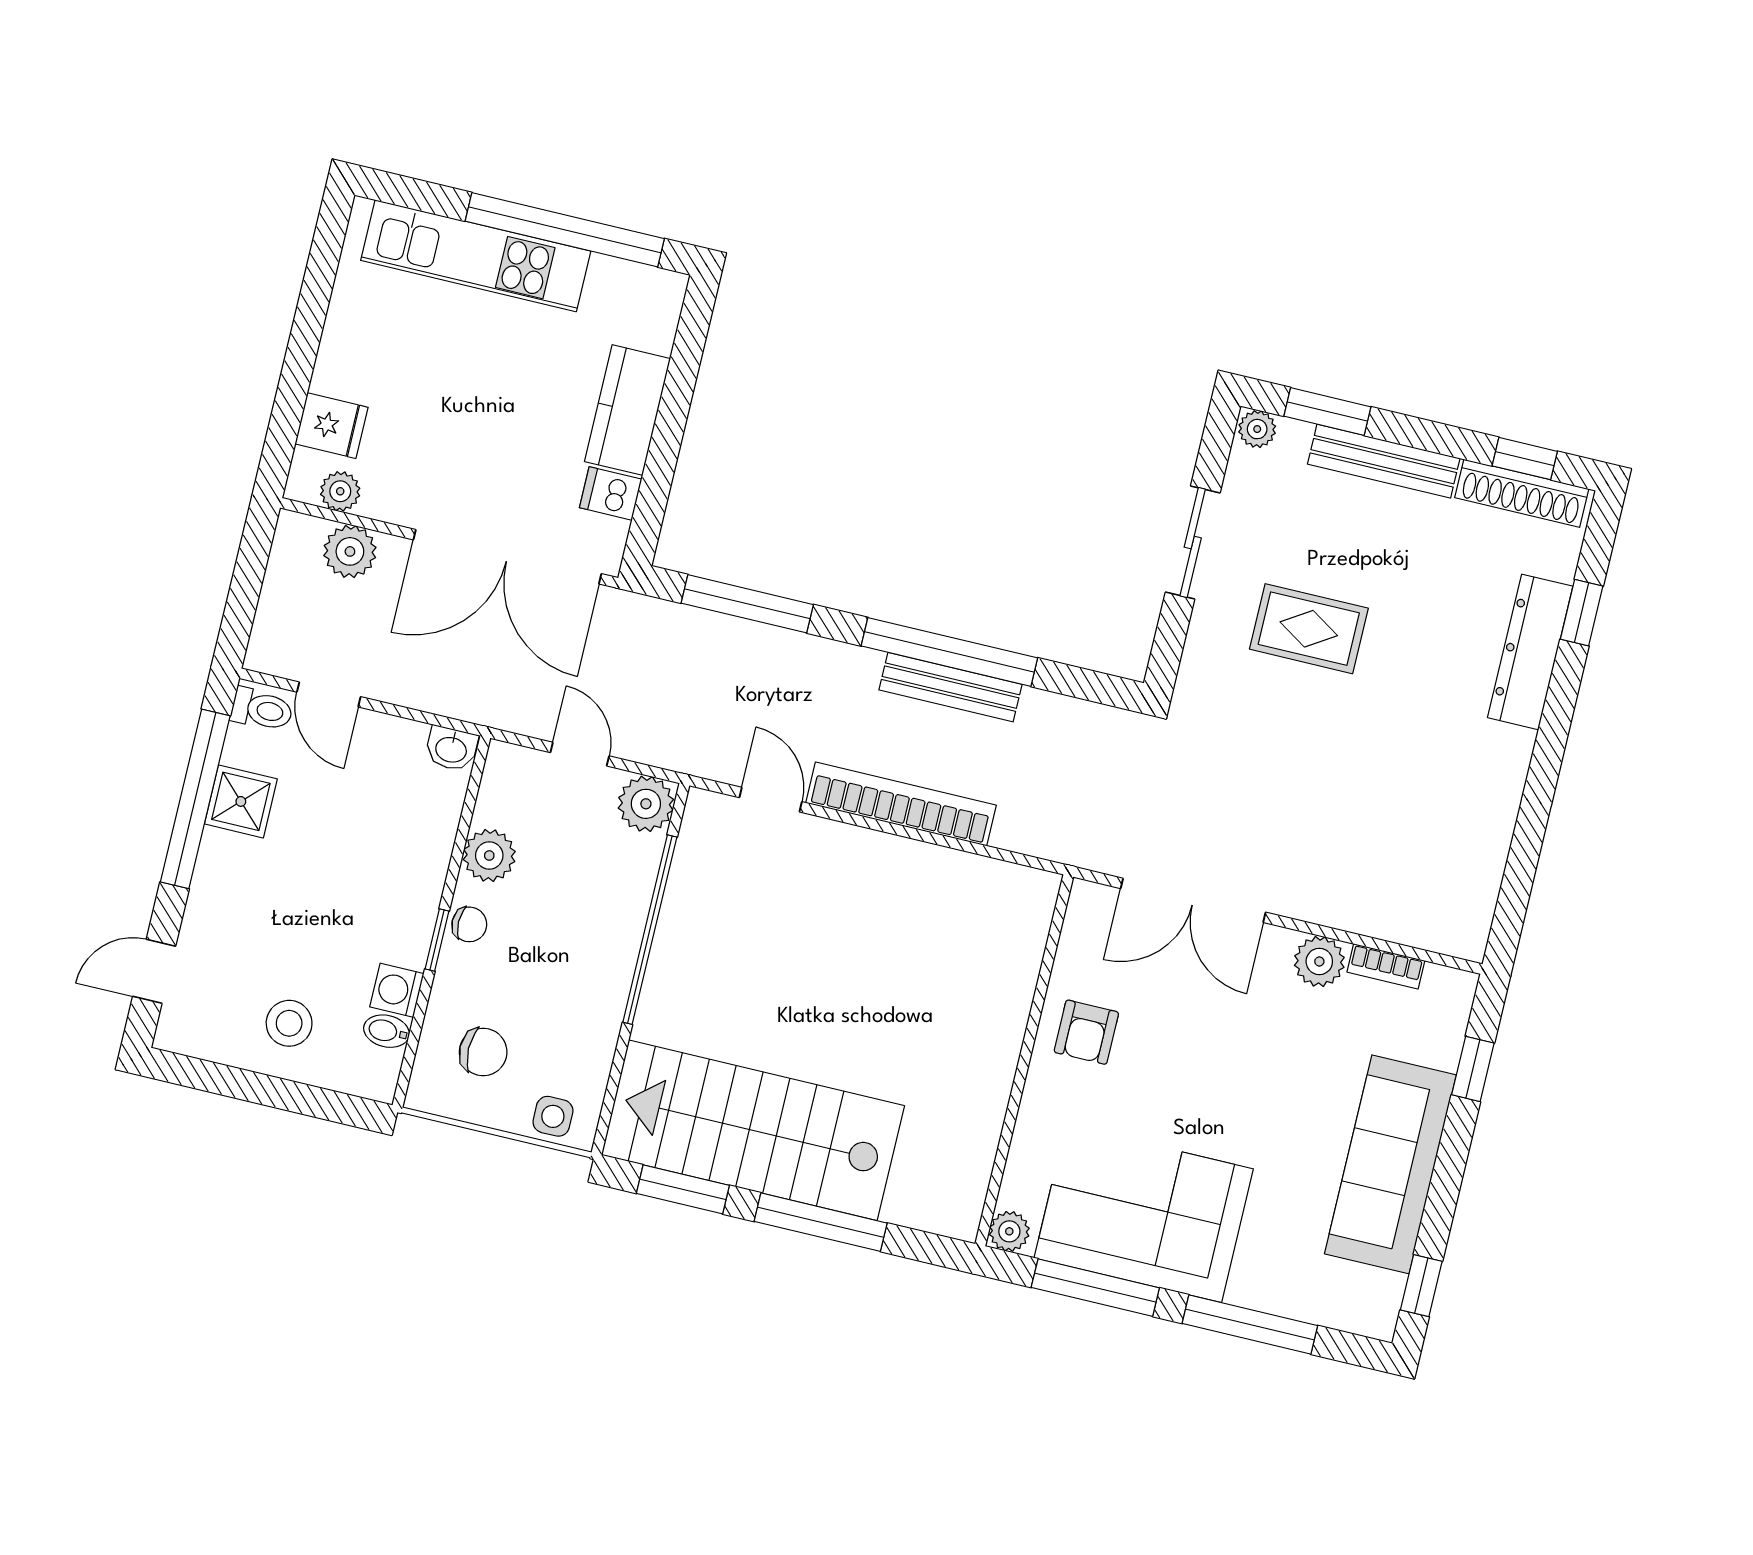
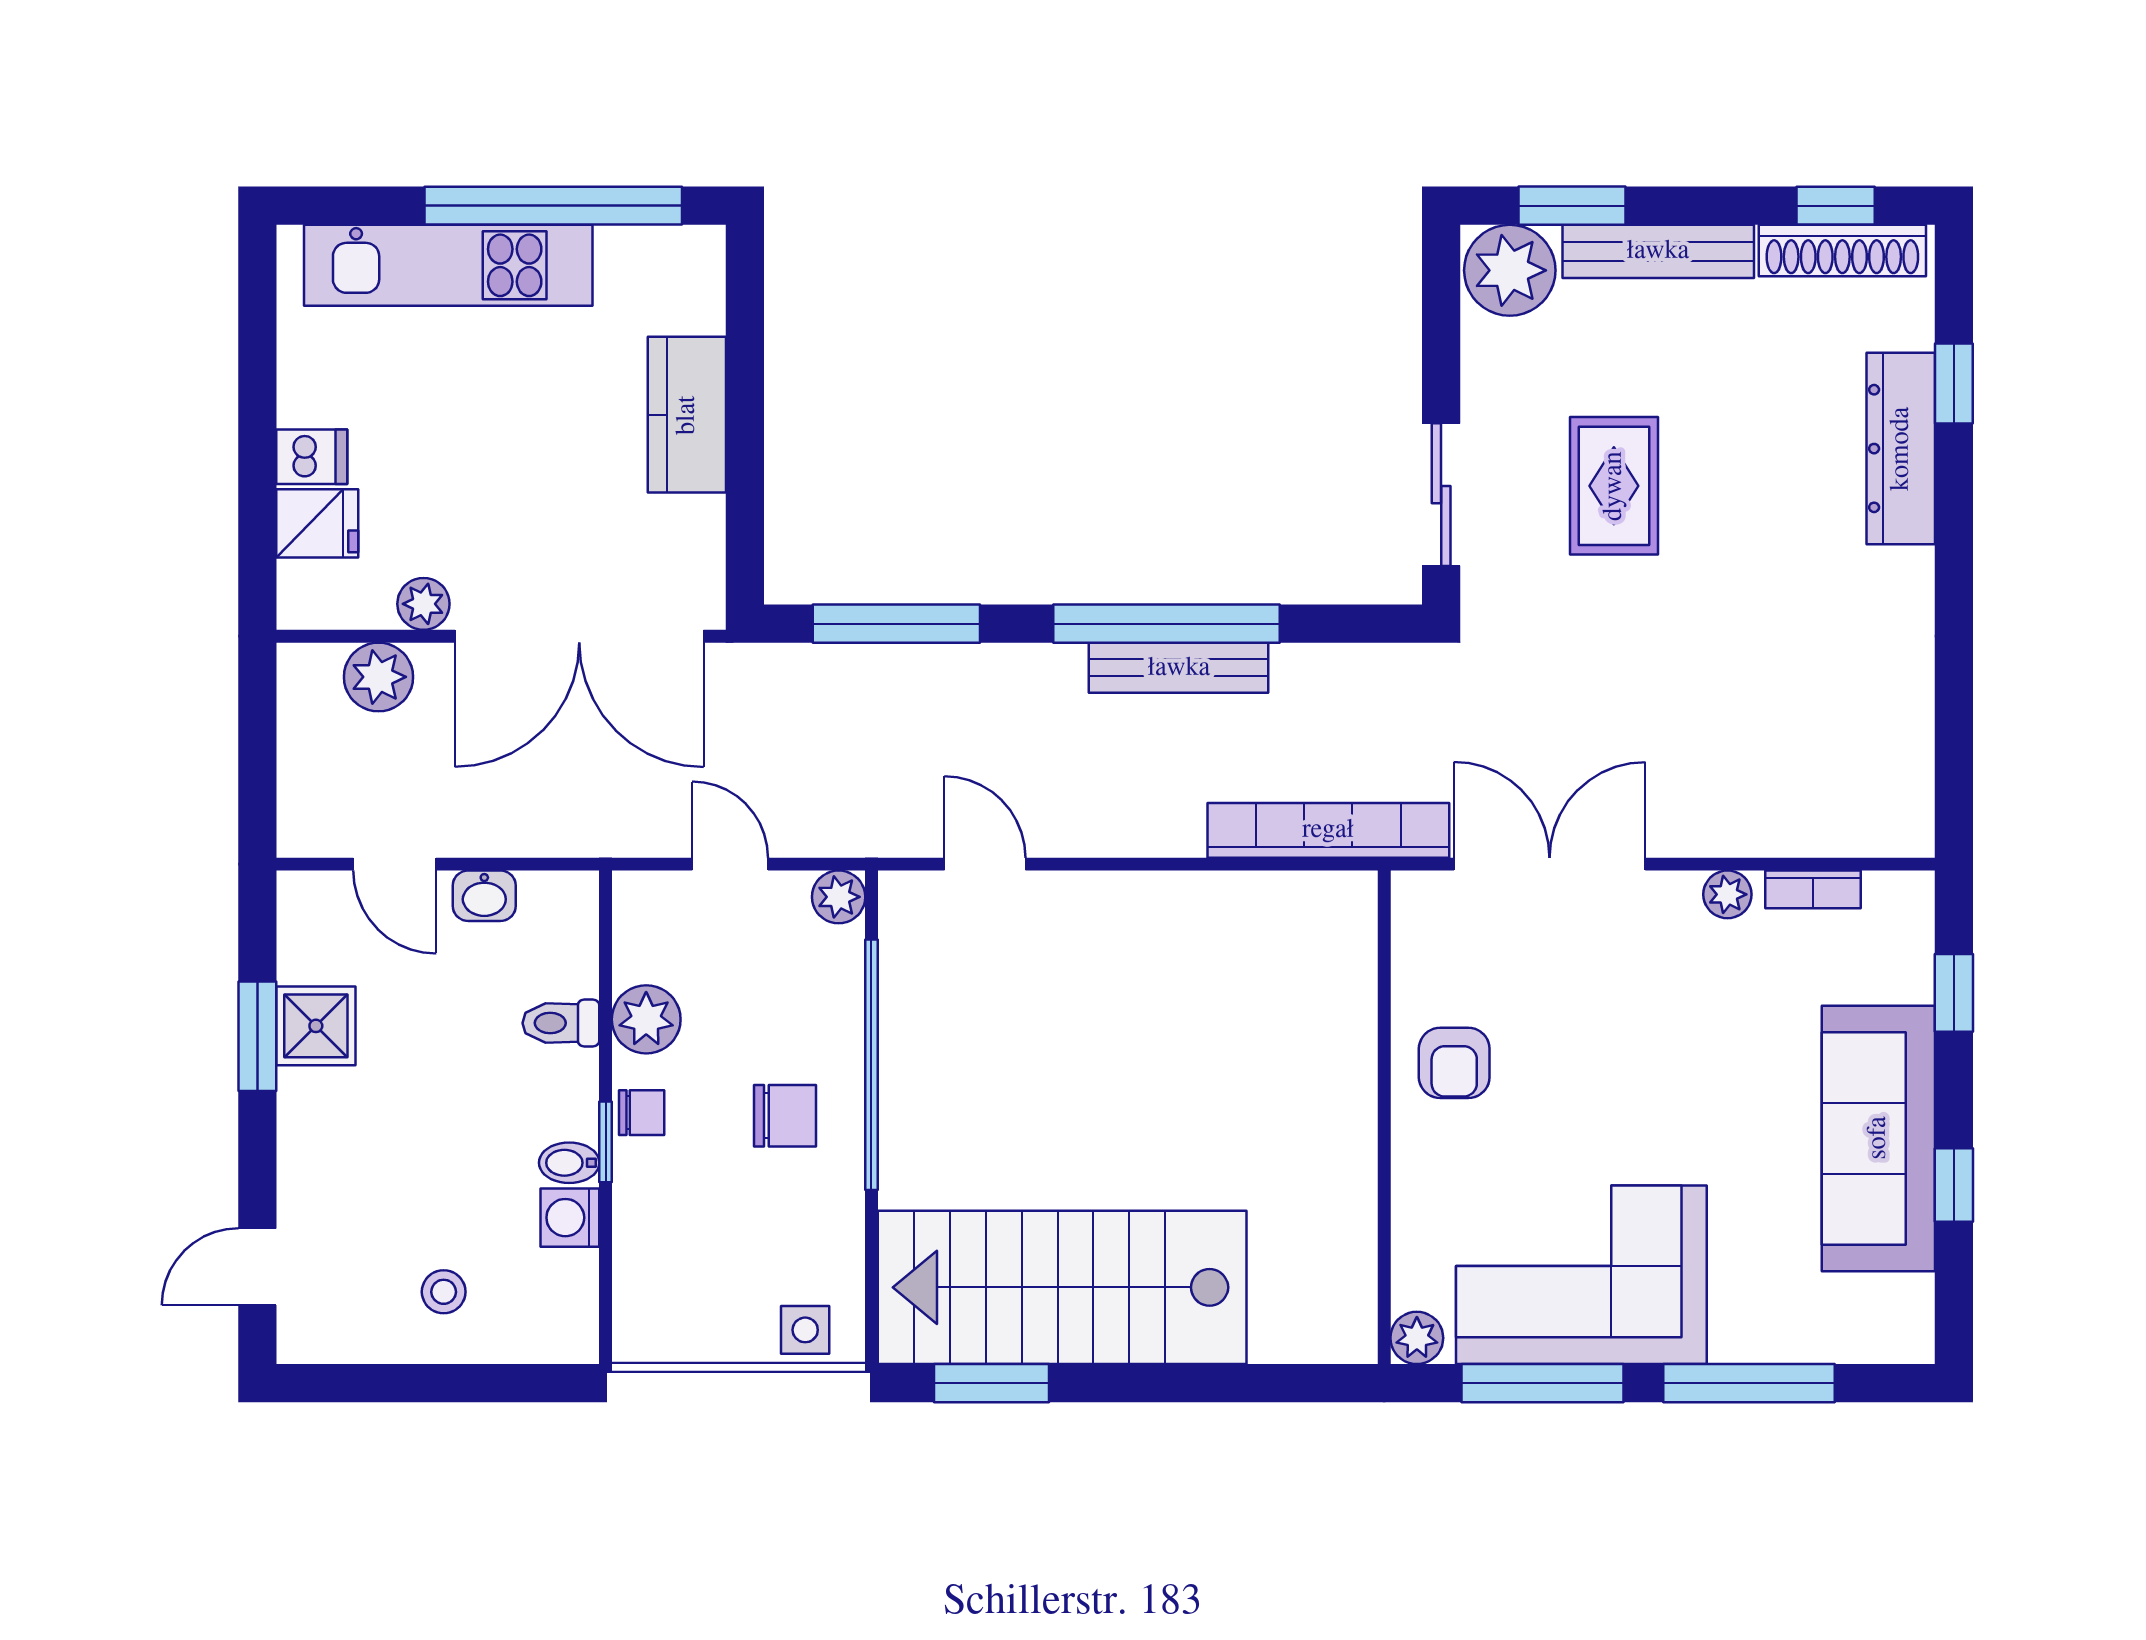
plant: (1257, 429) -> (1510, 270), width x1.88, depth x1.88
plant: (340, 491) -> (423, 604), moved
dishwasher: (611, 493) -> (312, 457), moved, turned 180
sliding door: (1193, 542) -> (1441, 495), moved
rug: (1309, 629) -> (1614, 486), turned 90
toilet: (262, 710) -> (561, 1023), moved, turned 180
washbasin: (451, 749) -> (484, 896), moved
window: (195, 799) -> (257, 1036), width x0.47
plant: (646, 804) -> (839, 897), width x0.73, depth x0.73
bookcase: (901, 804) -> (1328, 830), moved
double door: (1193, 900) -> (1550, 864), swing flipped
plant: (1319, 961) -> (1727, 894), width x0.73, depth x0.73
stool: (289, 1023) -> (444, 1292), width x0.73, depth x0.73
bidet: (387, 1031) -> (569, 1163), moved
chair: (483, 1052) -> (785, 1116), moved
window: (821, 1222) -> (1175, 1383), removed
window: (1421, 1286) -> (1954, 1185), moved

